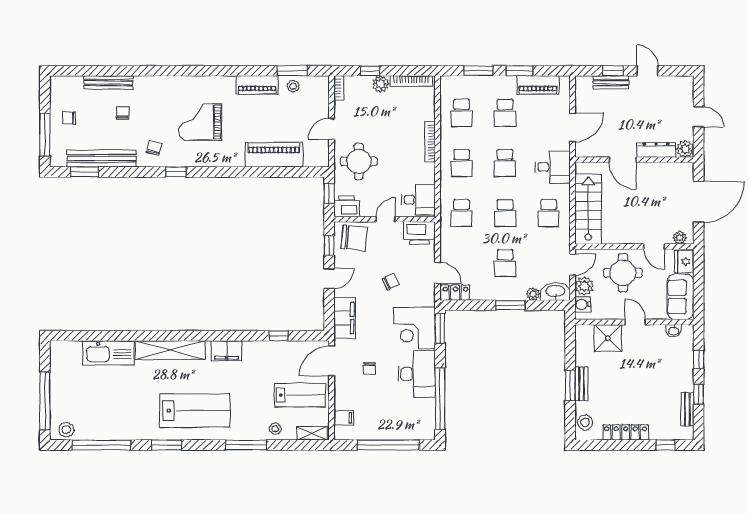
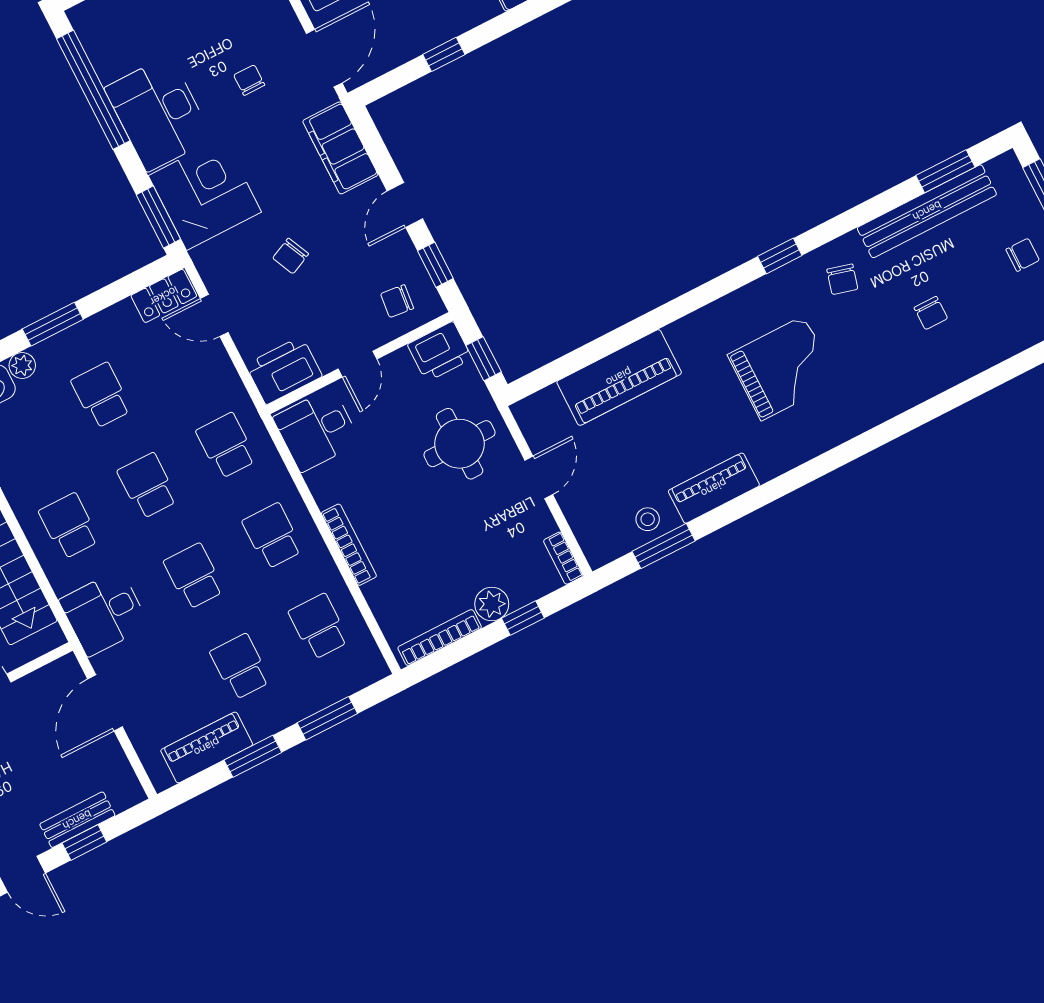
bench: (108, 82) -> (985, 355), removed
chair: (354, 238) -> (397, 301), width x0.54, depth x0.54

